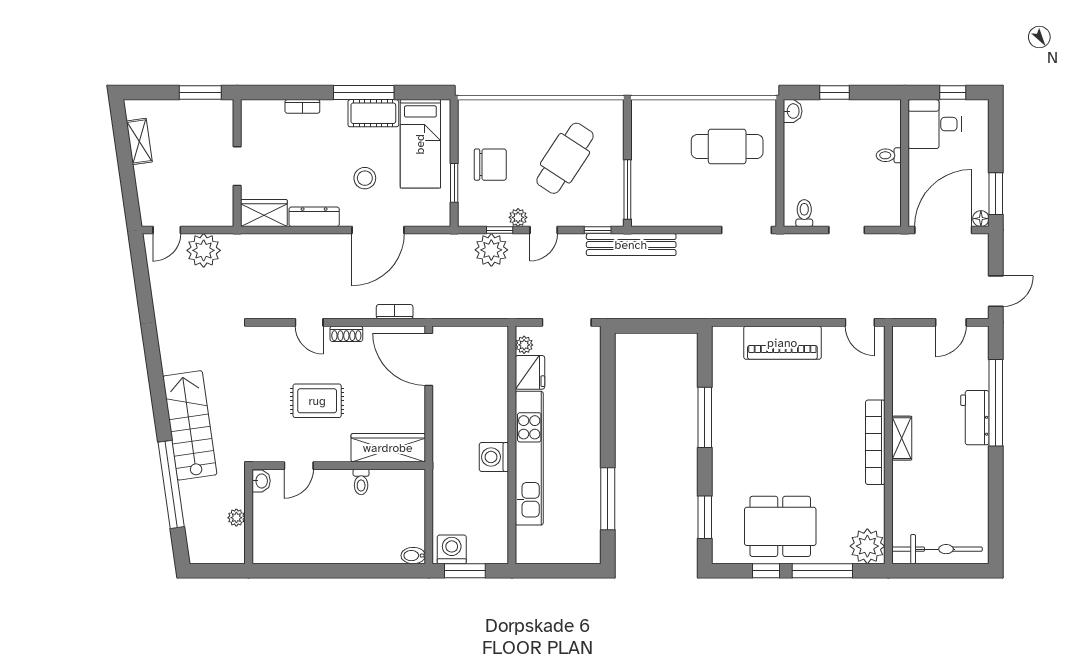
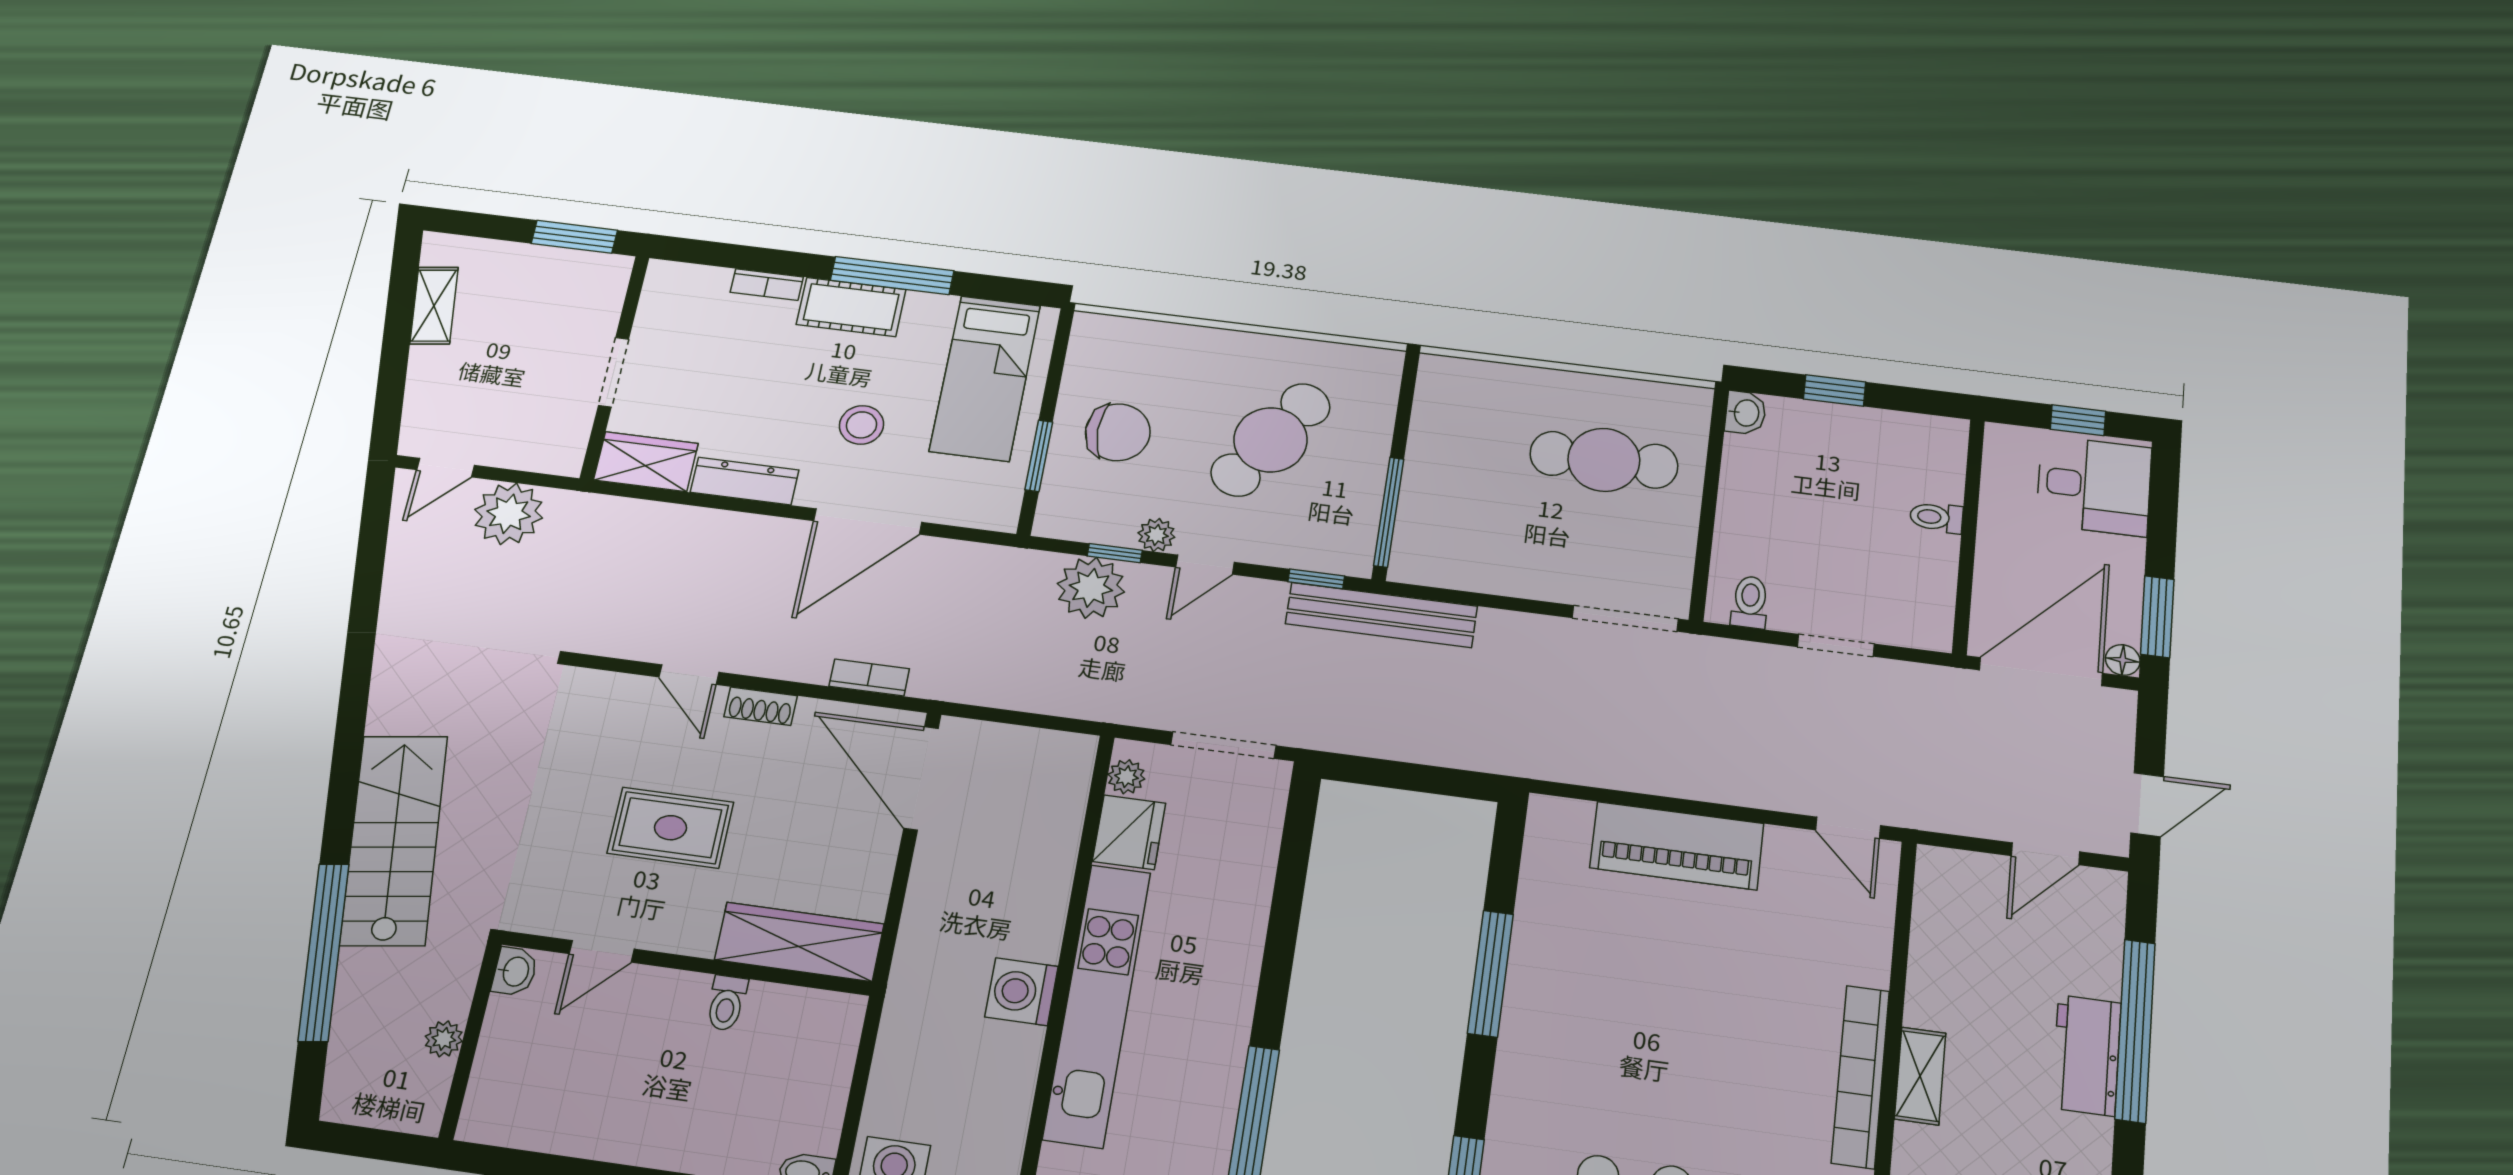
cot: (373, 113) -> (851, 307), moved
desk: (935, 124) -> (2094, 486), moved, turned 180

